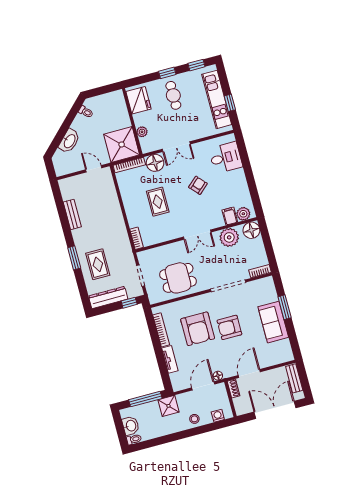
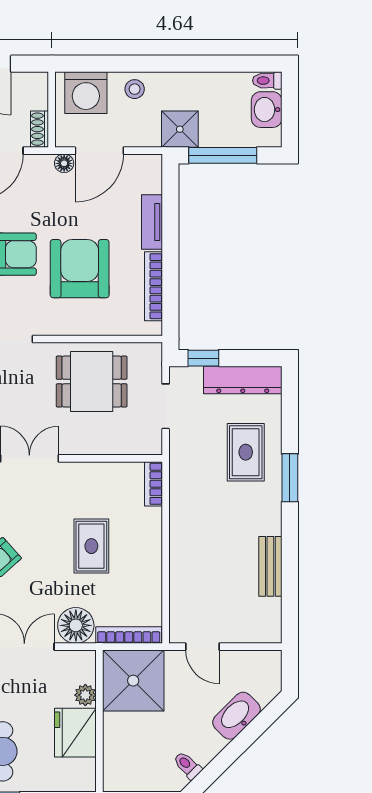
fridge: (138, 100) -> (75, 733), moved
washing machine: (218, 416) -> (86, 93), width x1.89, depth x1.89

